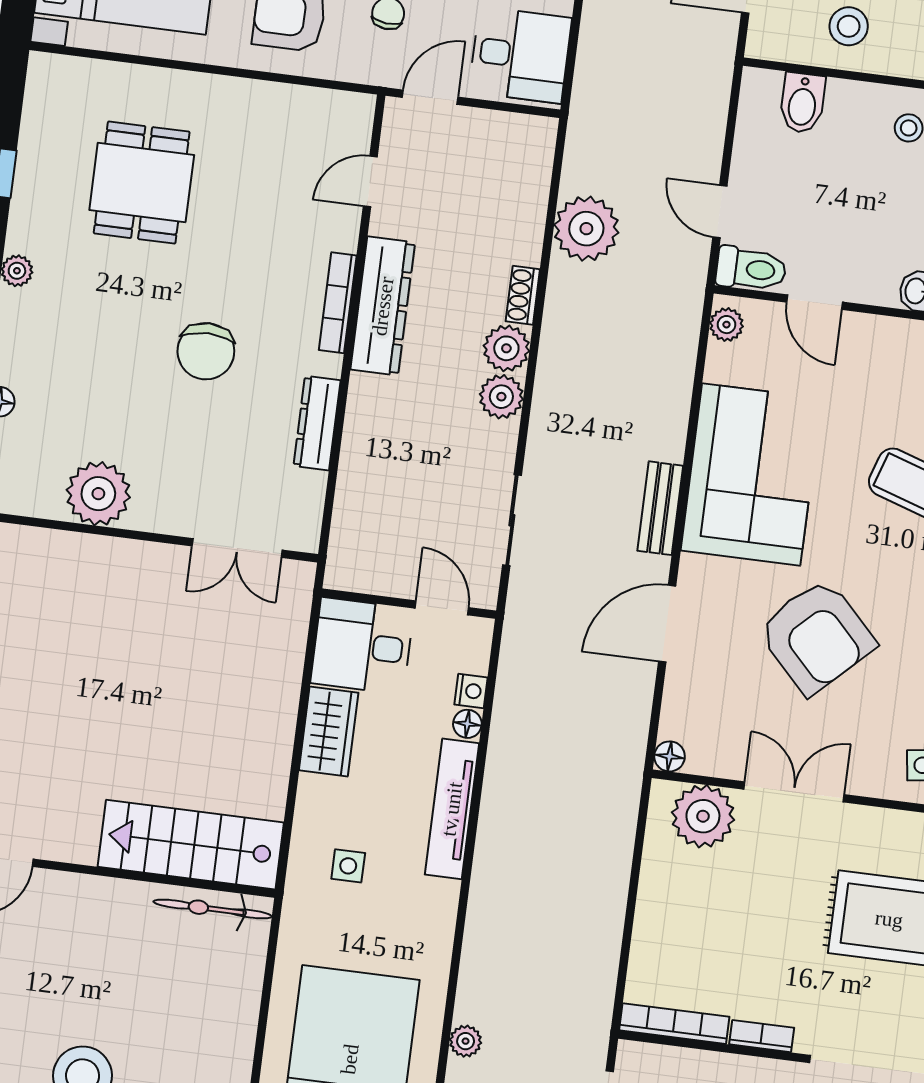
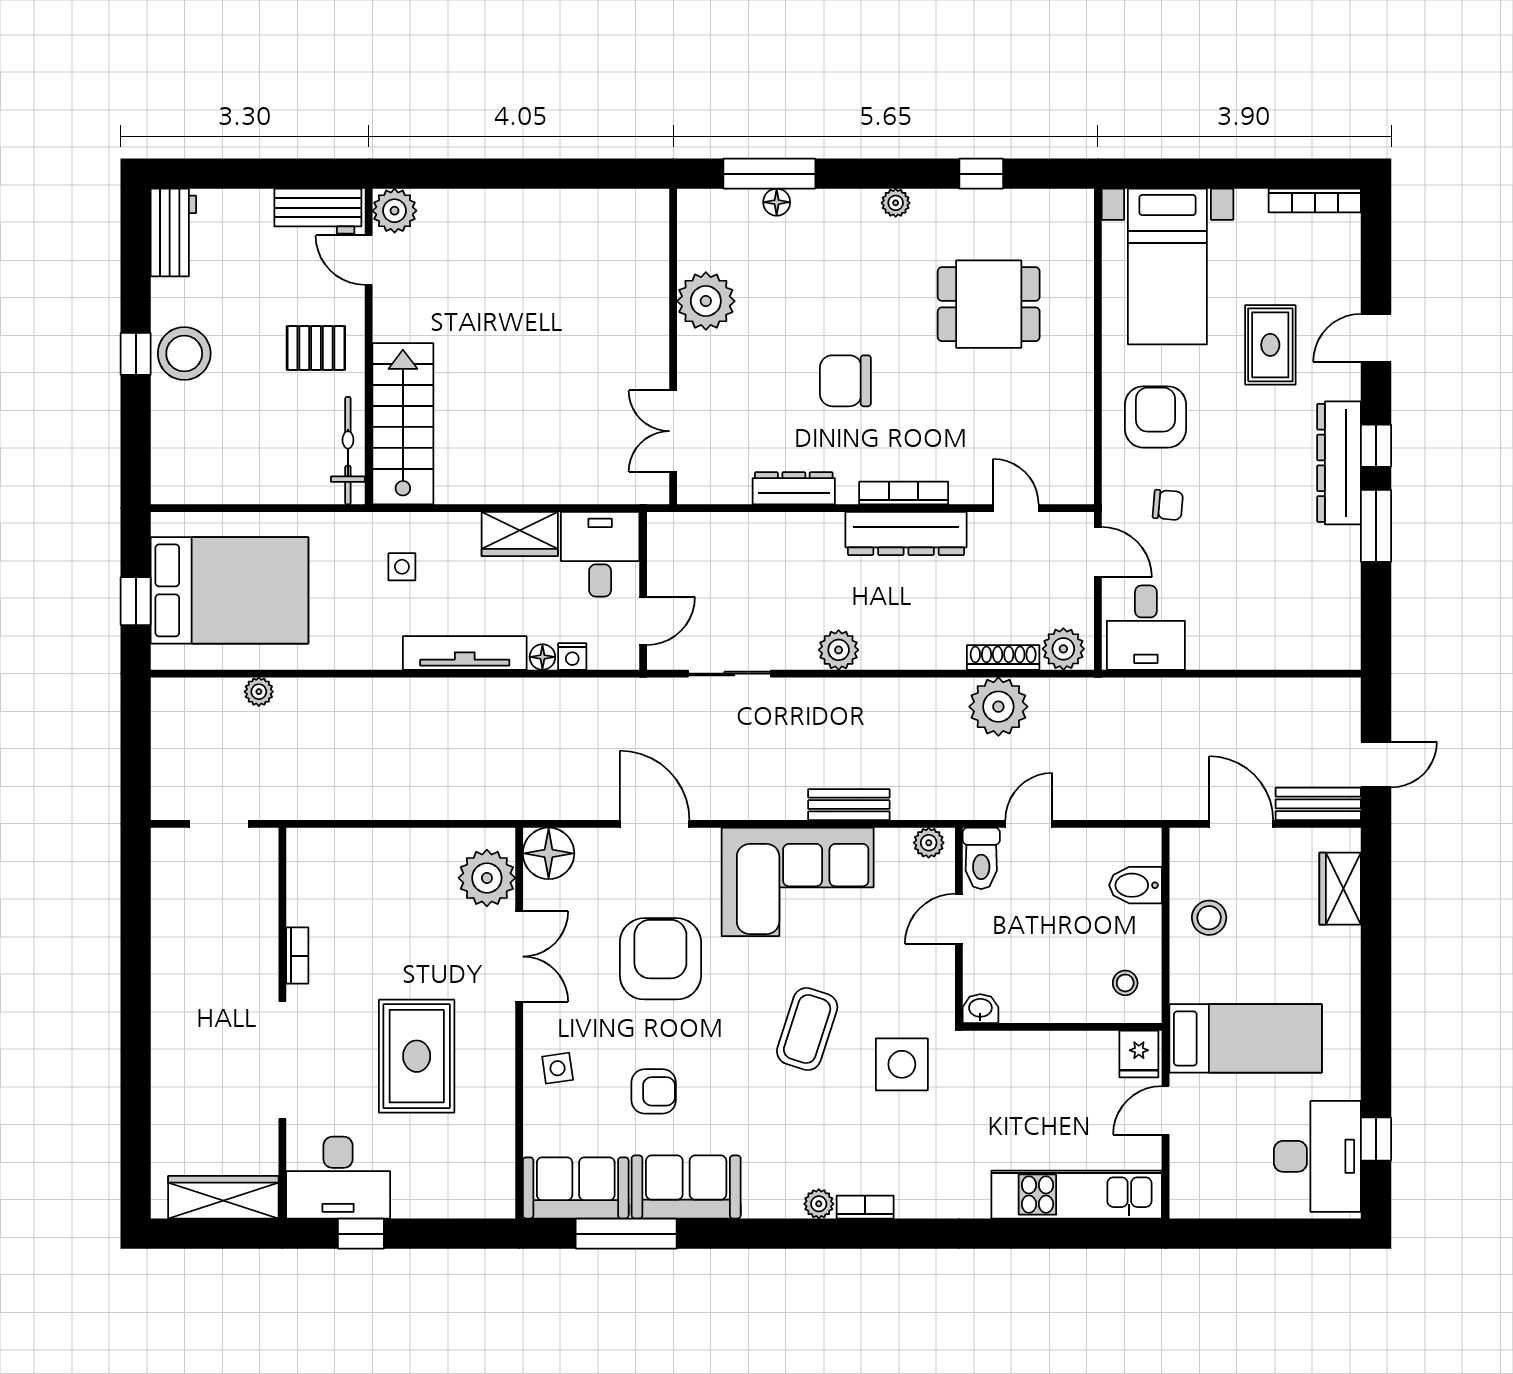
shoe rack: (523, 295) -> (1003, 657), moved, width x1.43
plant: (506, 348) -> (1063, 649), moved
bench: (660, 508) -> (849, 805), moved
armchair: (816, 636) -> (660, 959), turned 134
floor lamp: (670, 756) -> (549, 853), width x1.89, depth x1.89
pallet: (95, 930) -> (316, 348), added
bookcase: (674, 1024) -> (298, 876), removed

